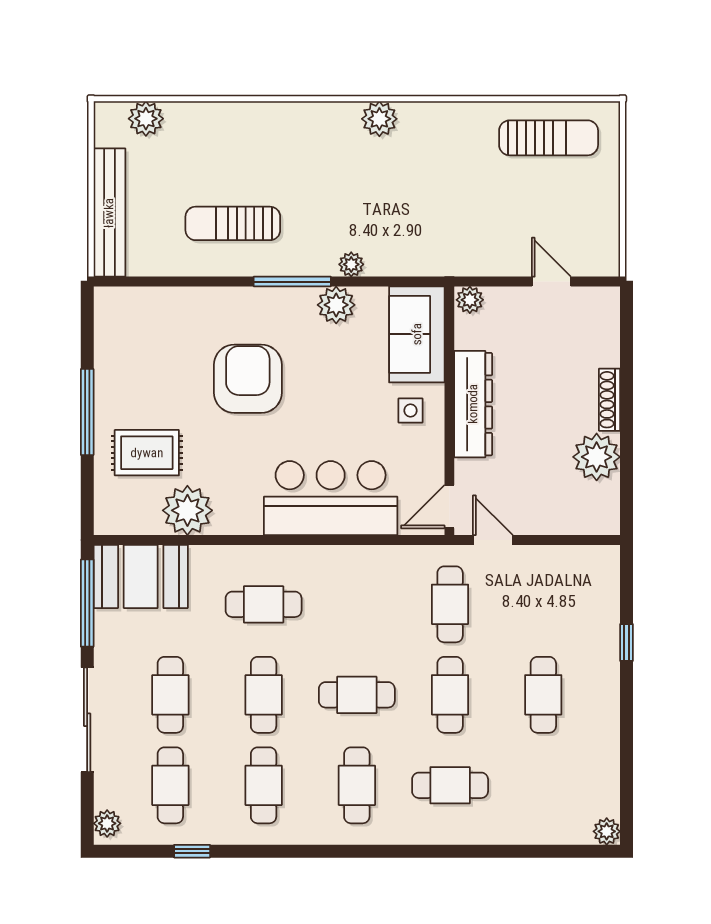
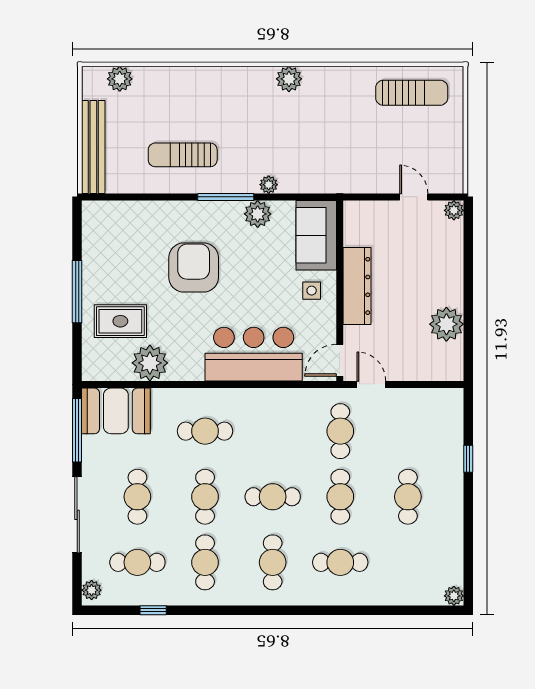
plant: (470, 300) -> (454, 210), moved
shoe rack: (610, 400) -> (456, 283), removed
cafe table: (170, 785) -> (137, 562), turned 90

